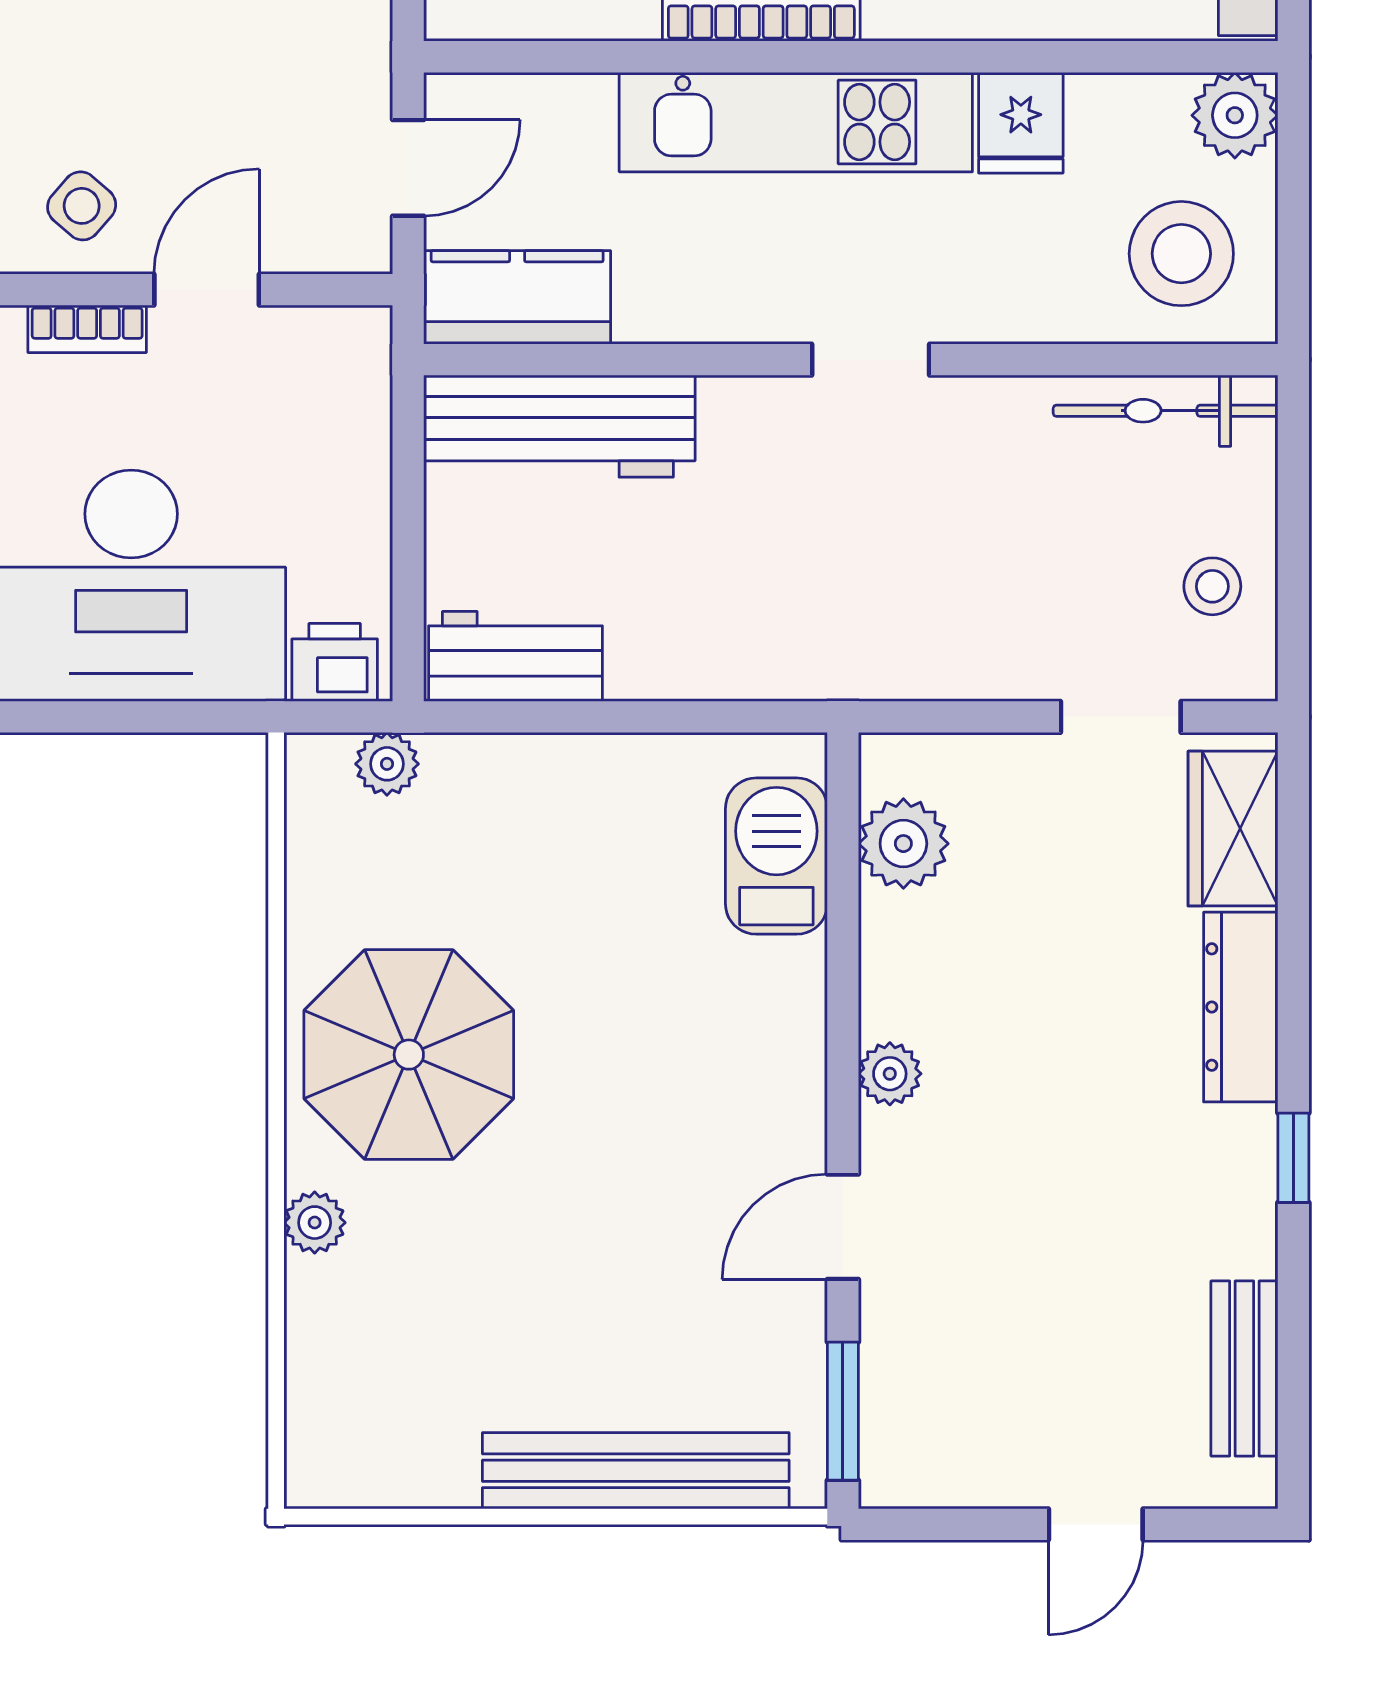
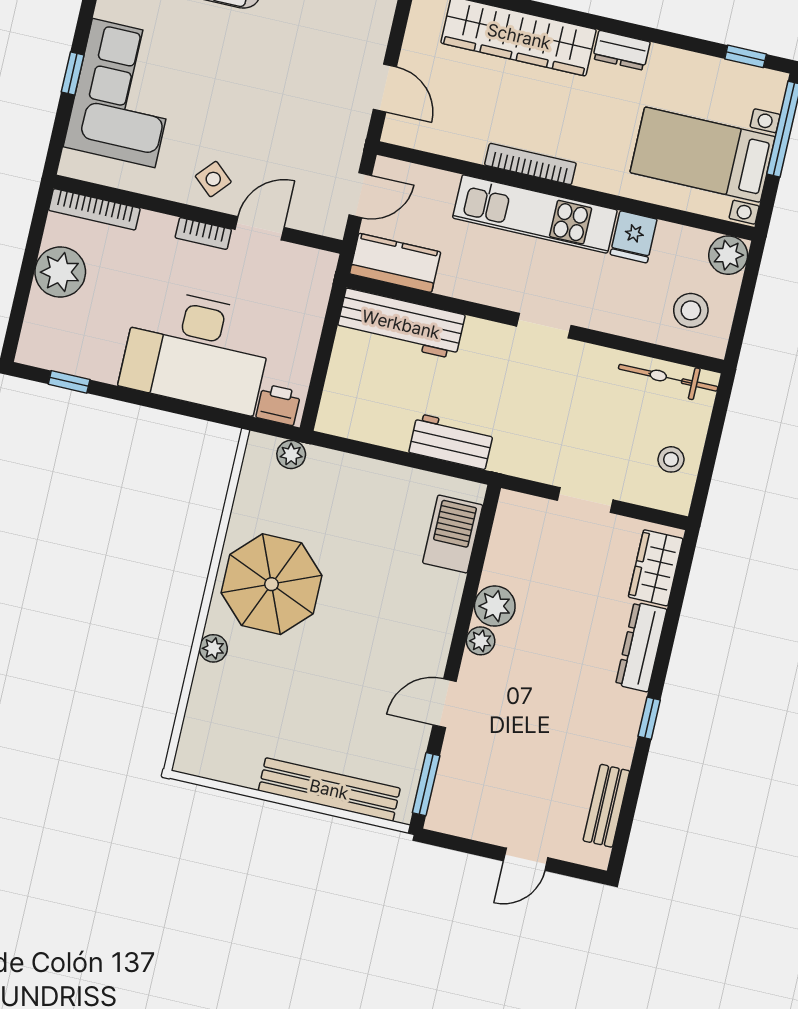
stool: (1181, 254) -> (691, 310), width x0.73, depth x0.73
workbench: (515, 656) -> (451, 441), moved
doorway: (1121, 717) -> (585, 500), moved
plant: (903, 844) -> (495, 606), moved

